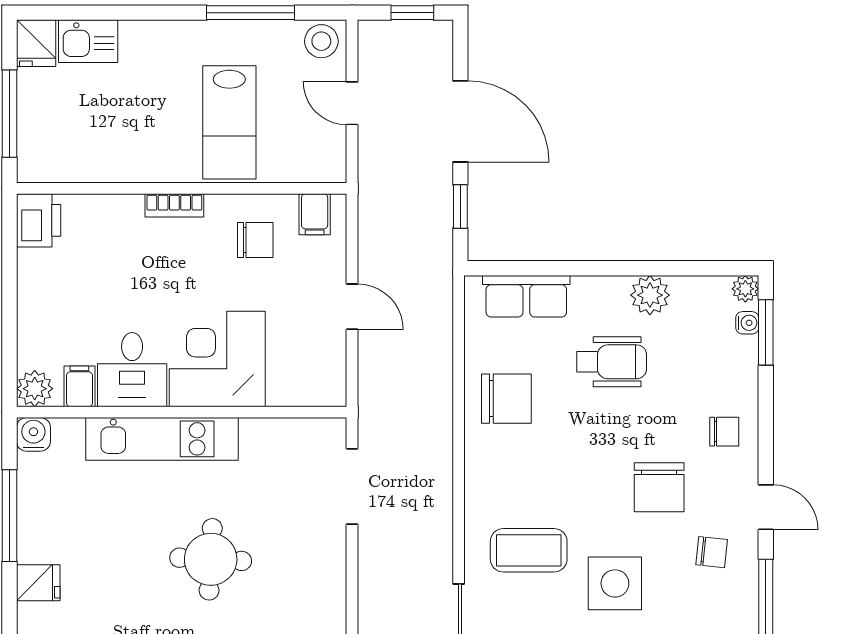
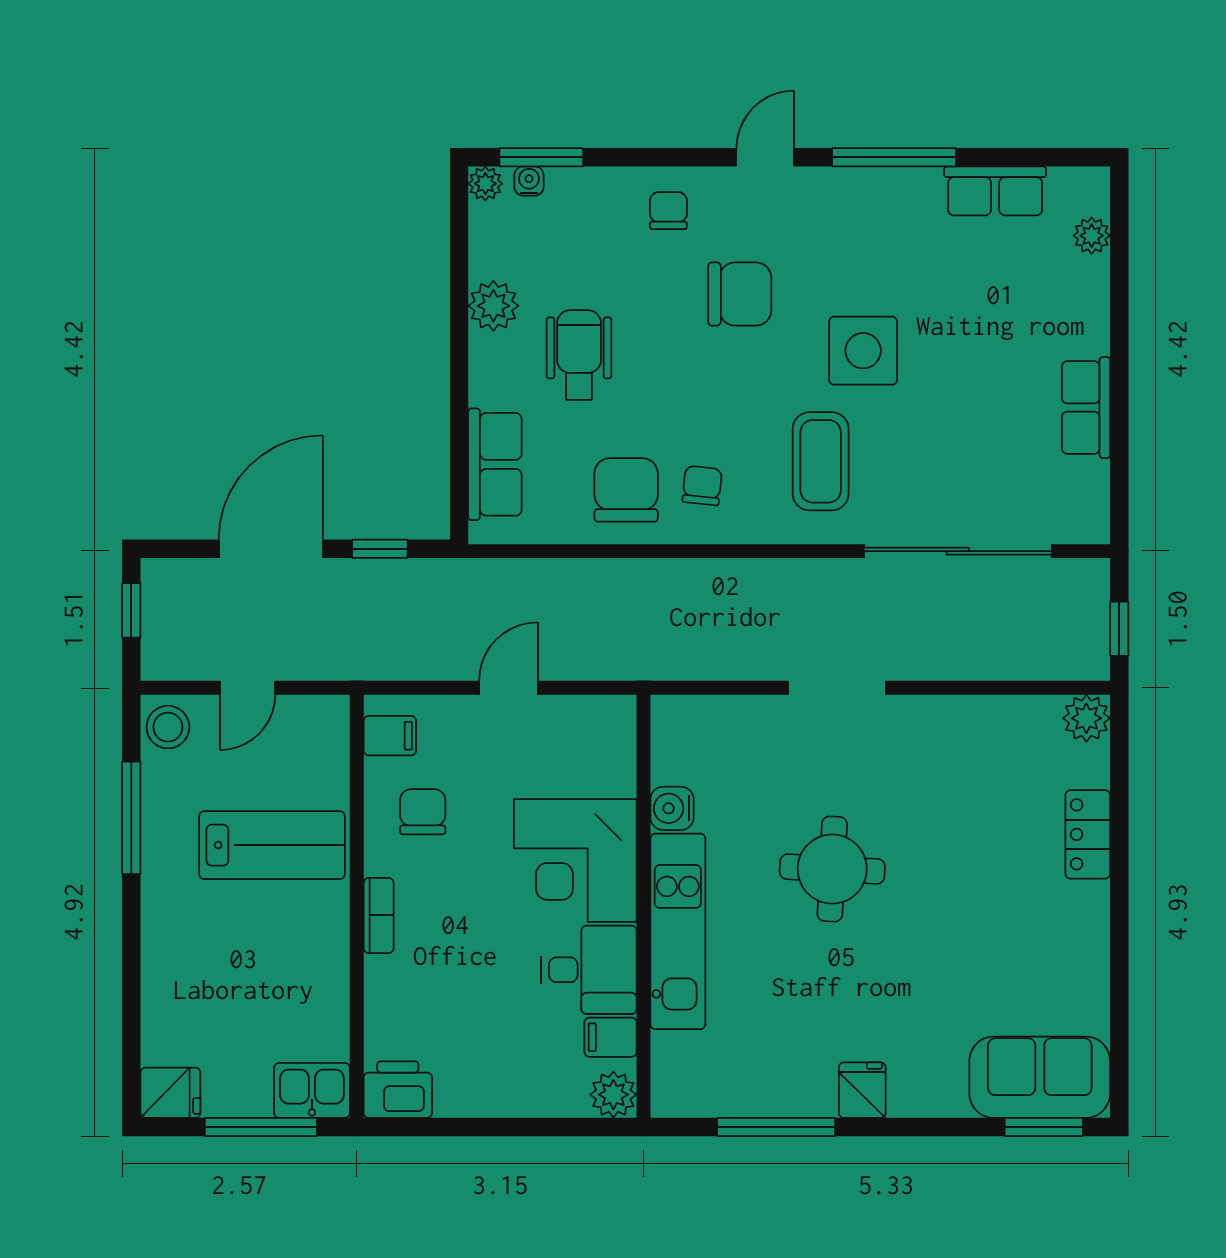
kitchen sink: (88, 41) -> (312, 1090), moved, turned -90
water cooler: (33, 434) -> (672, 808), moved
doorway: (352, 487) -> (837, 688), moved
chair: (712, 552) -> (702, 486), moved

